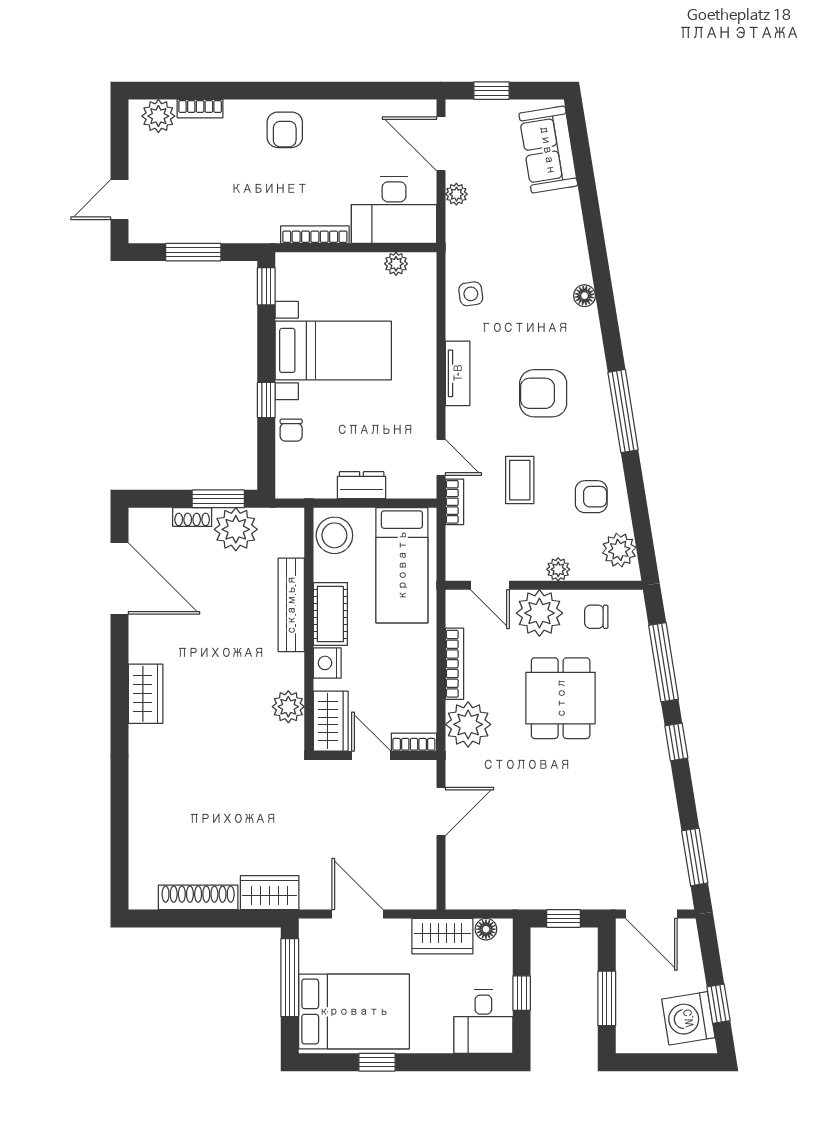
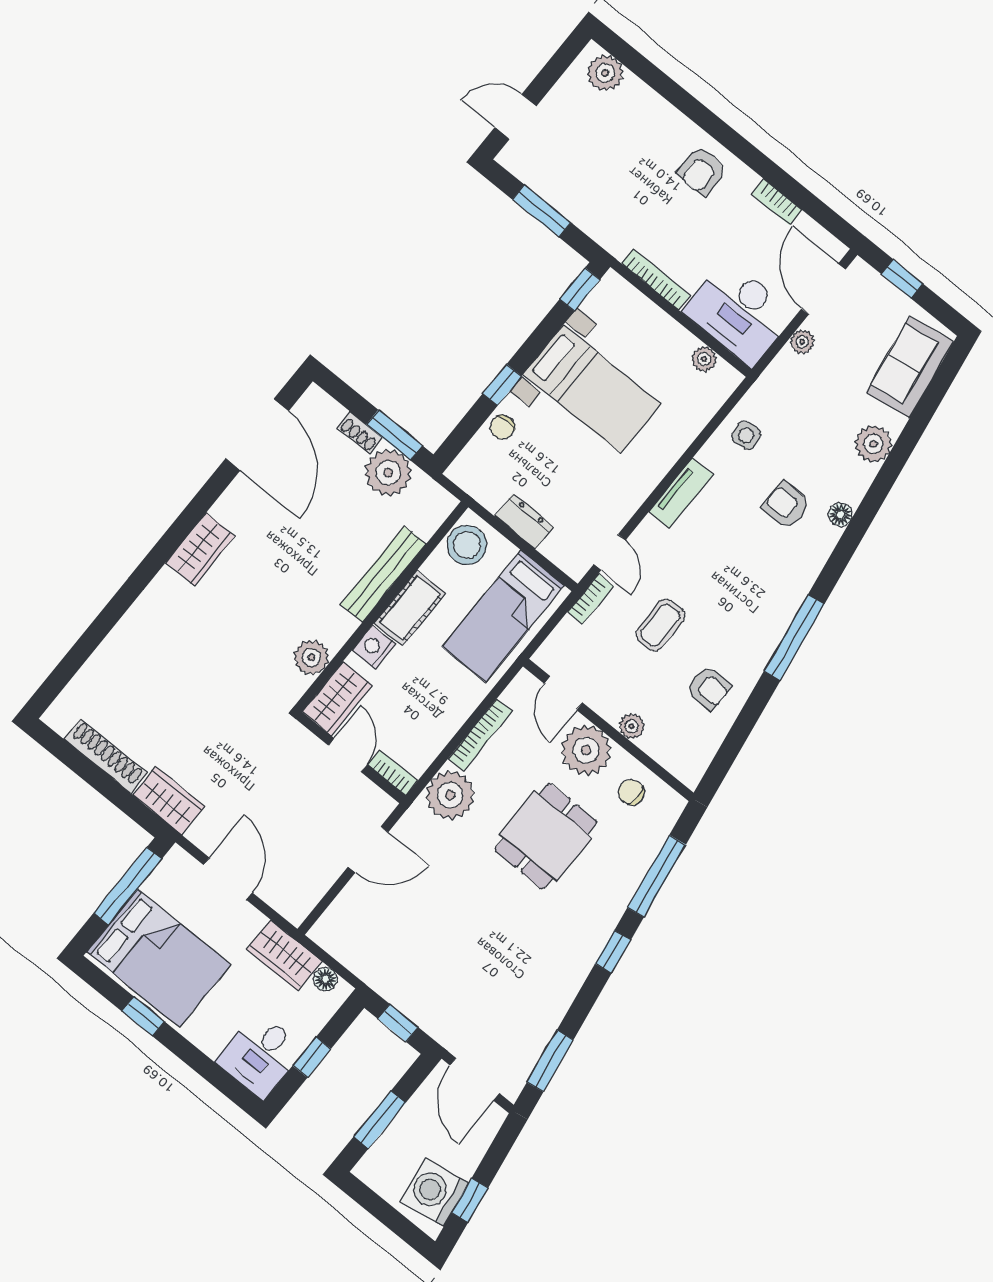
bookcase: (200, 109) -> (777, 202), moved
armchair: (543, 393) -> (786, 506), moved, width x0.72, depth x0.72
plant: (619, 550) -> (873, 444), moved

